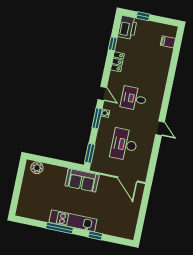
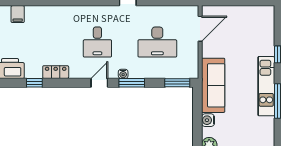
water cooler: (56, 171) -> (208, 120), added
sofa: (82, 180) -> (213, 85), width x1.36

